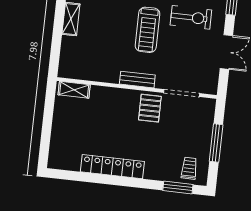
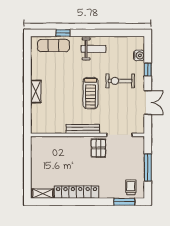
exercise bike: (191, 17) -> (120, 81), turned 180
bench: (137, 80) -> (83, 129), width x1.36
shelving: (74, 90) -> (43, 194), moved

